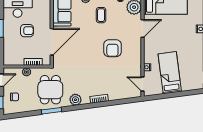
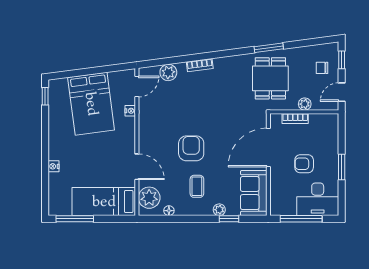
door: (143, 29) -> (137, 167), swing flipped
armchair: (112, 48) -> (191, 148), moved
bed: (170, 73) -> (91, 104), width x1.50
door: (143, 84) -> (137, 86), hinge flipped
plant: (75, 100) -> (168, 72), moved

